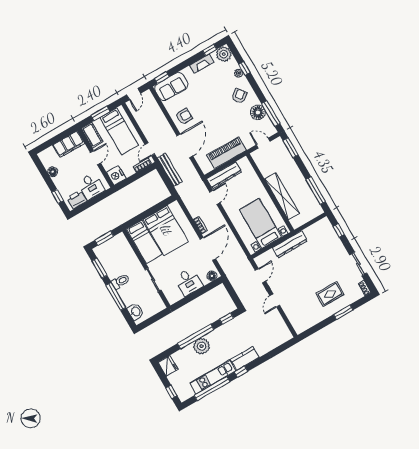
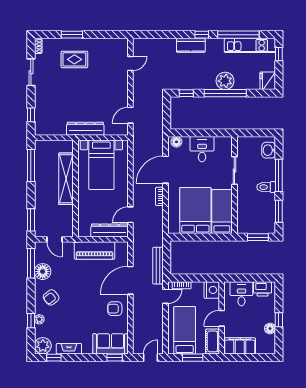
window: (58, 196) -> (279, 320), moved
door: (275, 300) -> (130, 63), moved
kitchen unit: (213, 377) -> (250, 45), moved

